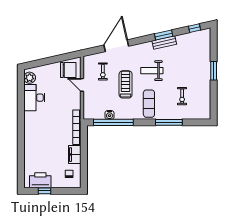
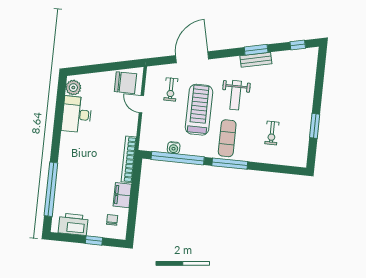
weight bench: (152, 71) -> (236, 95), turned -90
window: (214, 71) -> (315, 126), moved
treadmill: (126, 84) -> (199, 110), width x1.37, depth x1.38
window: (169, 122) -> (230, 164), moved
window: (21, 156) -> (51, 189), added
window: (45, 191) -> (94, 241), moved

